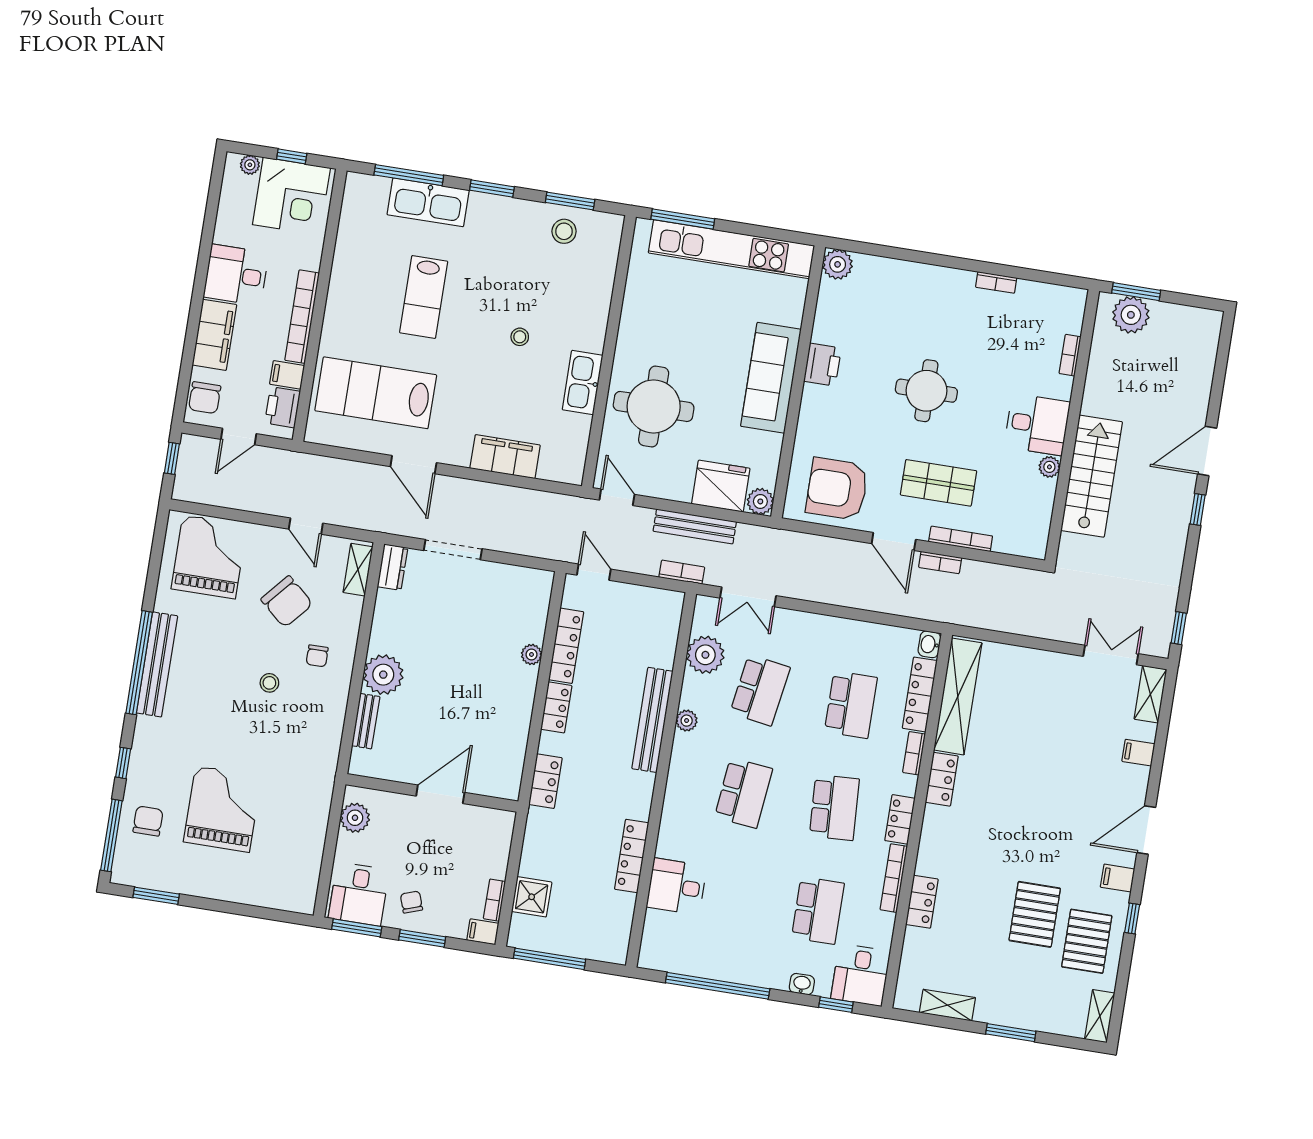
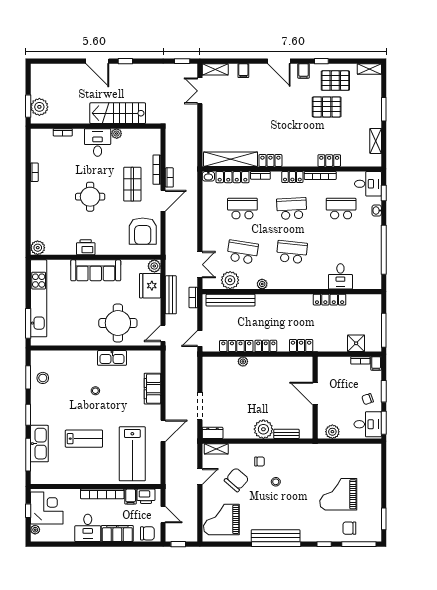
bench: (652, 720) -> (231, 300), moved

